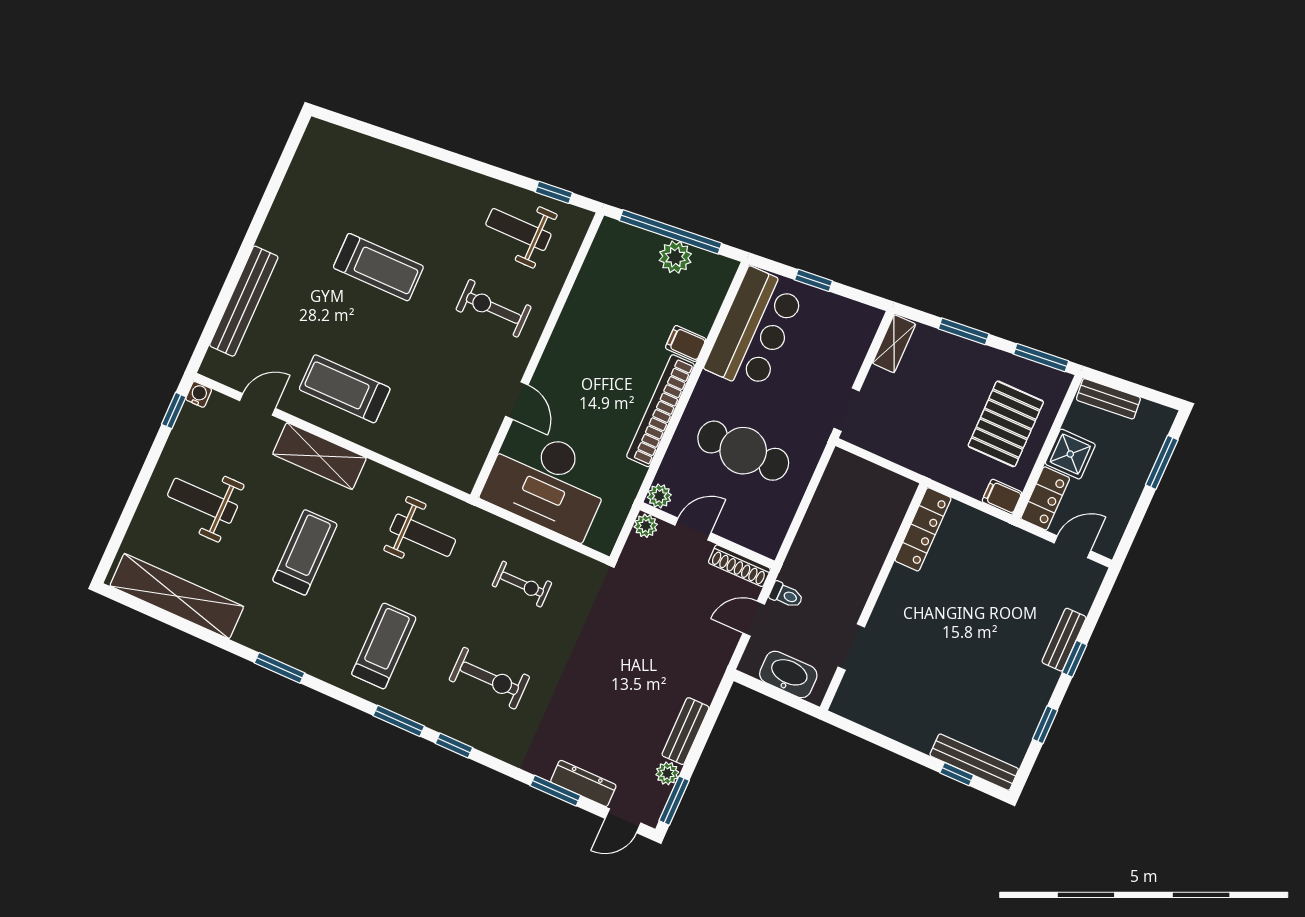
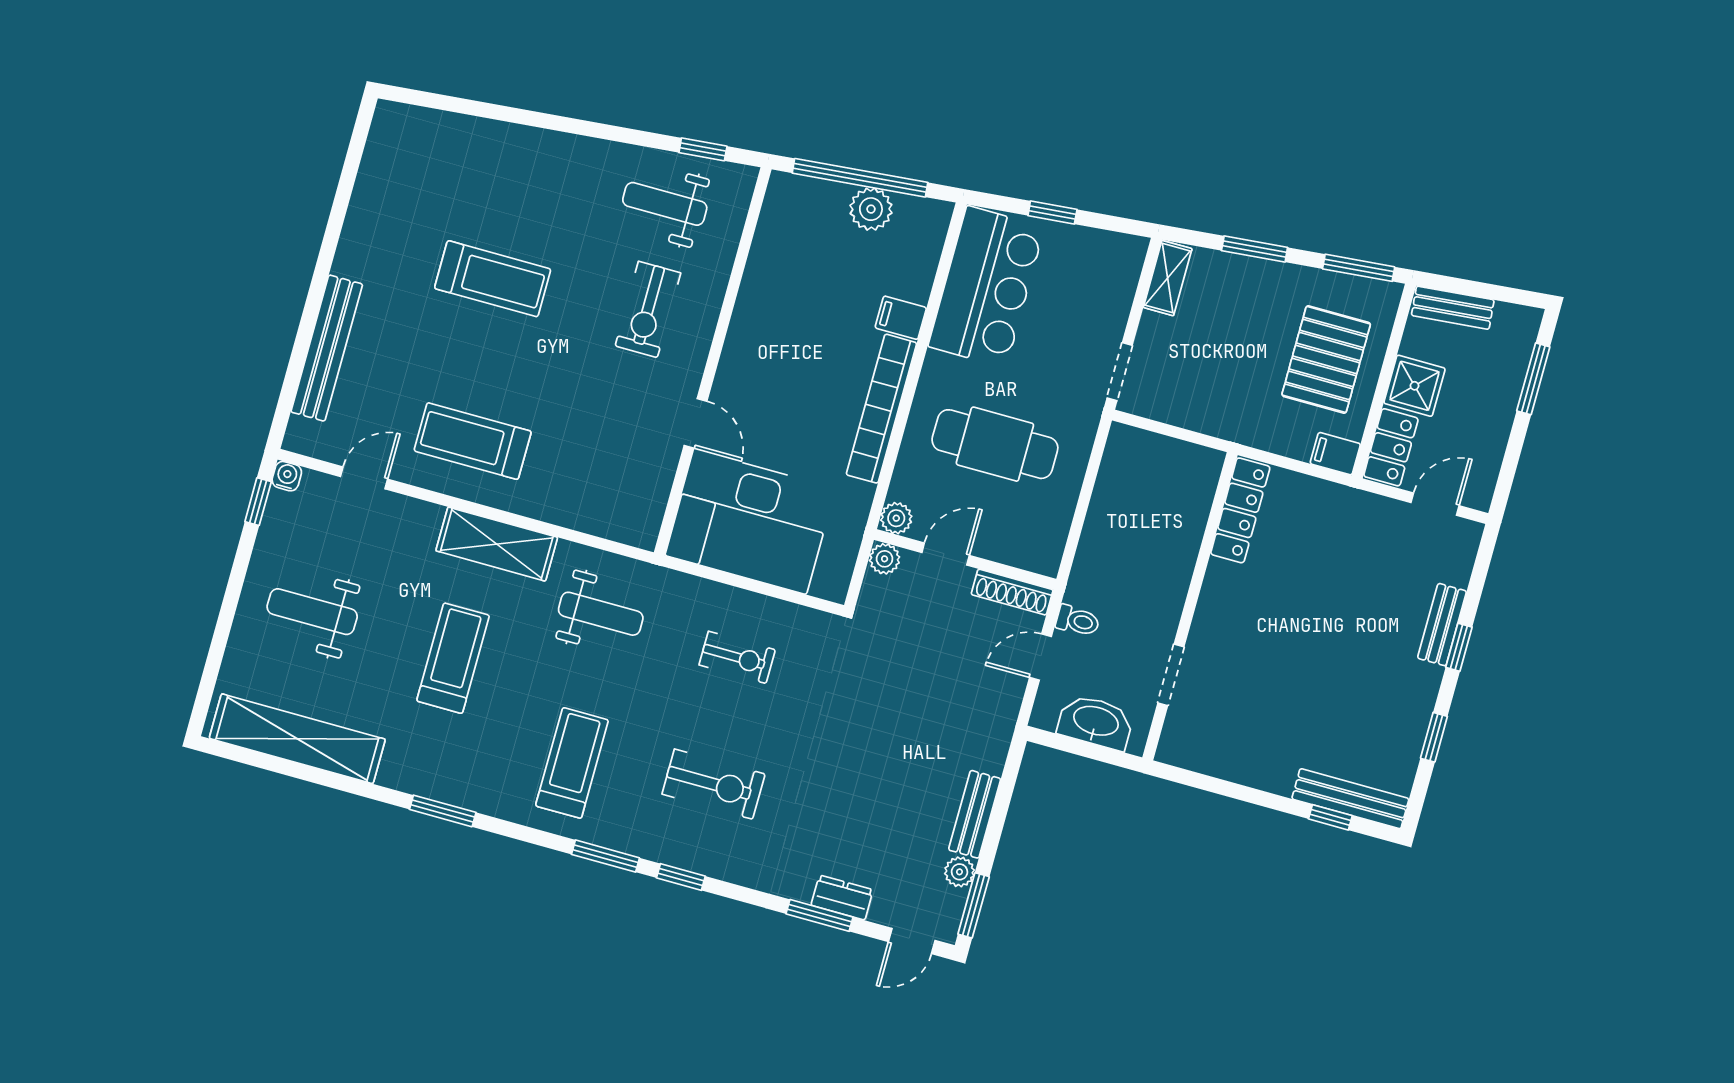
exercise bike: (494, 308) -> (648, 309), turned -90
shelving: (320, 456) -> (497, 544), moved
dresser: (583, 783) -> (842, 898), width x0.70

